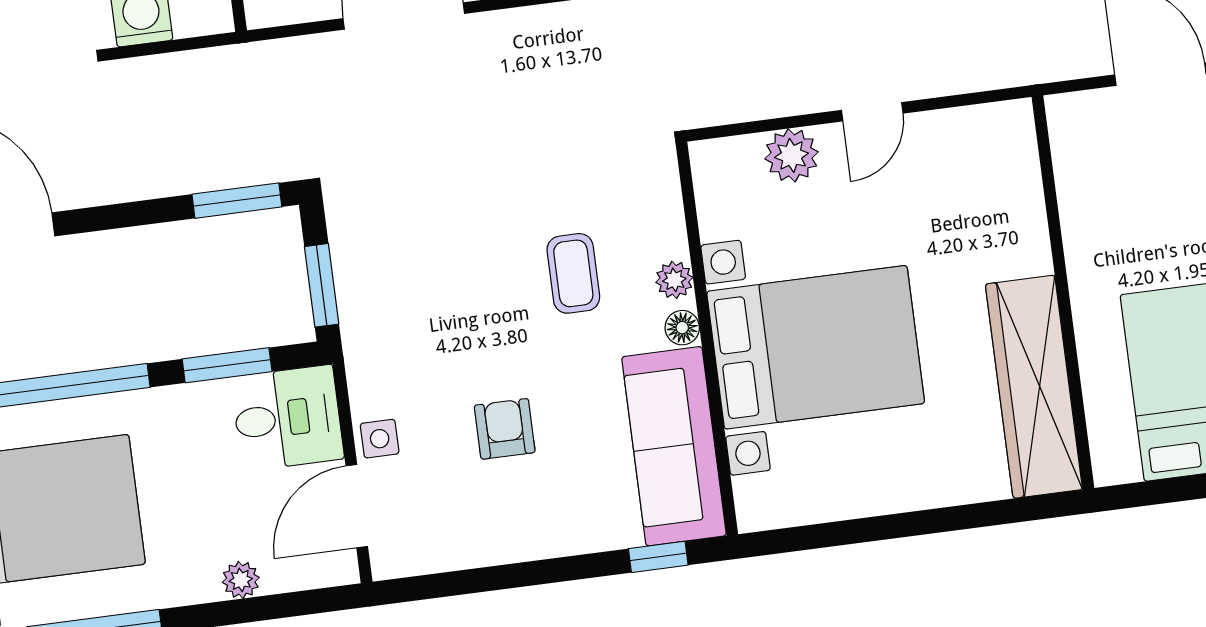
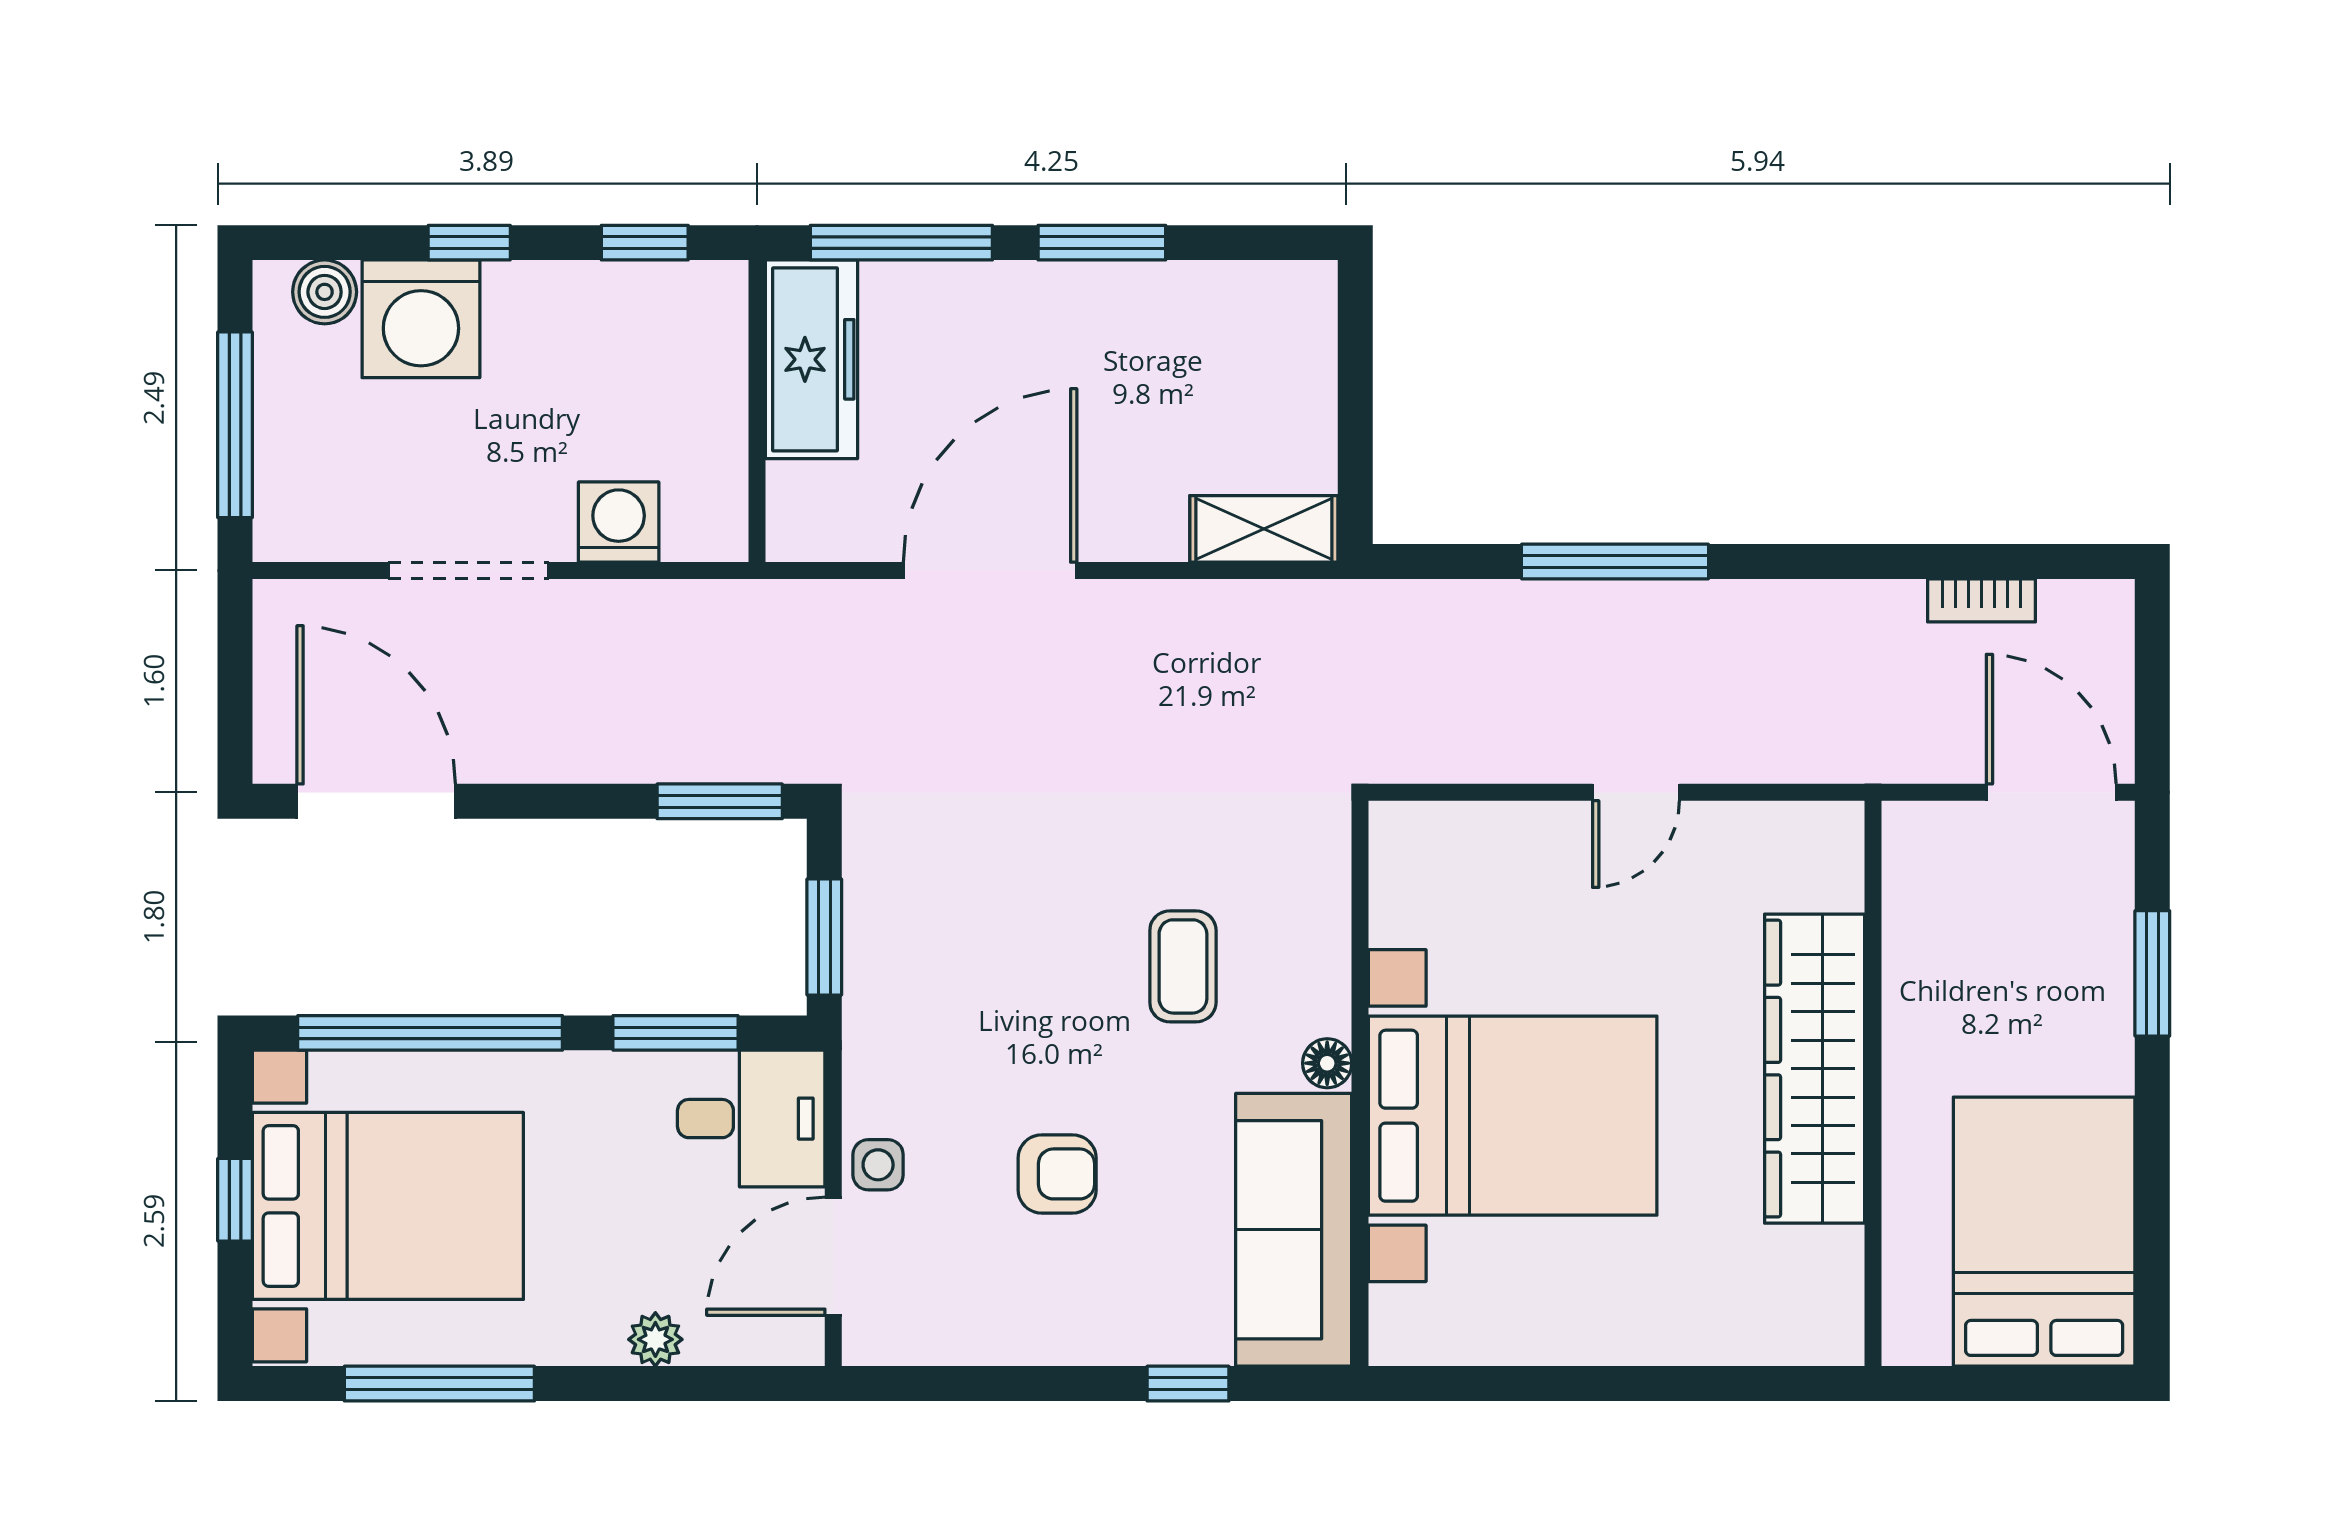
plant: (792, 155) -> (1514, 839), removed
plant: (674, 280) -> (1325, 994), removed
wardrobe: (1034, 387) -> (1815, 1069), moved
armchair: (505, 429) -> (1057, 1174), turned 90
window: (658, 557) -> (1188, 1384), moved

